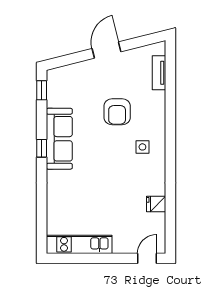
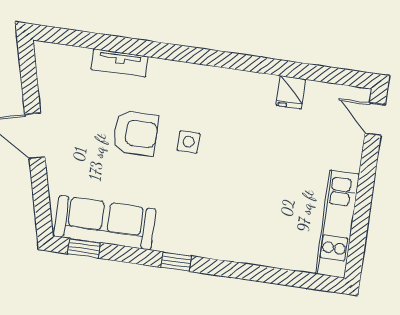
tv unit: (159, 73) -> (119, 63), moved
sofa: (59, 139) -> (105, 223), moved
side table: (142, 147) -> (189, 142), moved

